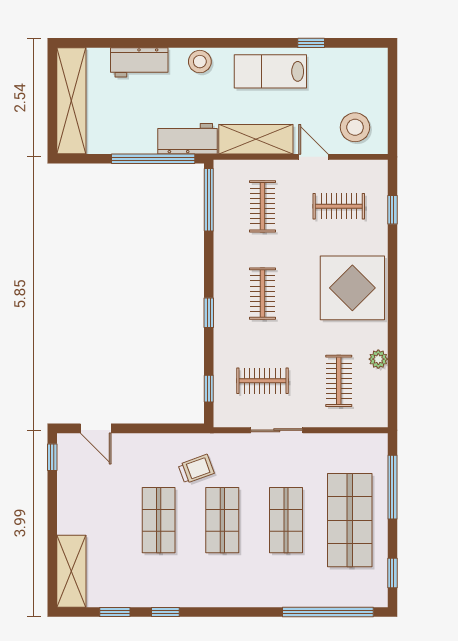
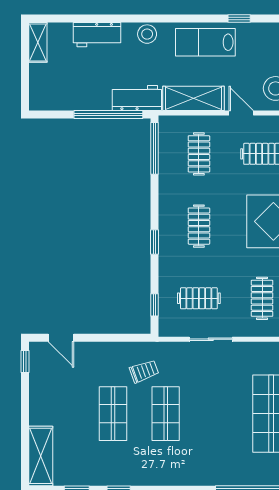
shelving: (71, 101) -> (38, 42), width x0.45, depth x0.75
shop shelf: (286, 520) -> (218, 414), removed

